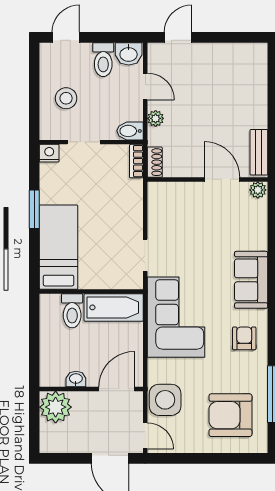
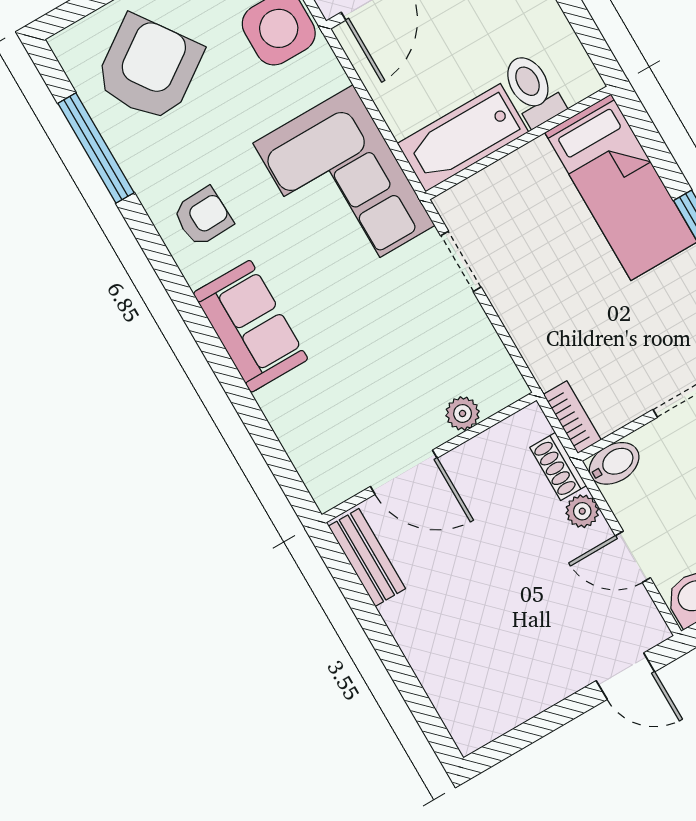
door: (178, 37) -> (625, 676), hinge flipped
shoe rack: (155, 162) -> (558, 467), moved
plant: (258, 190) -> (463, 413), moved
armchair: (244, 338) -> (203, 217), turned -92
armchair: (230, 415) -> (149, 68), turned -35

